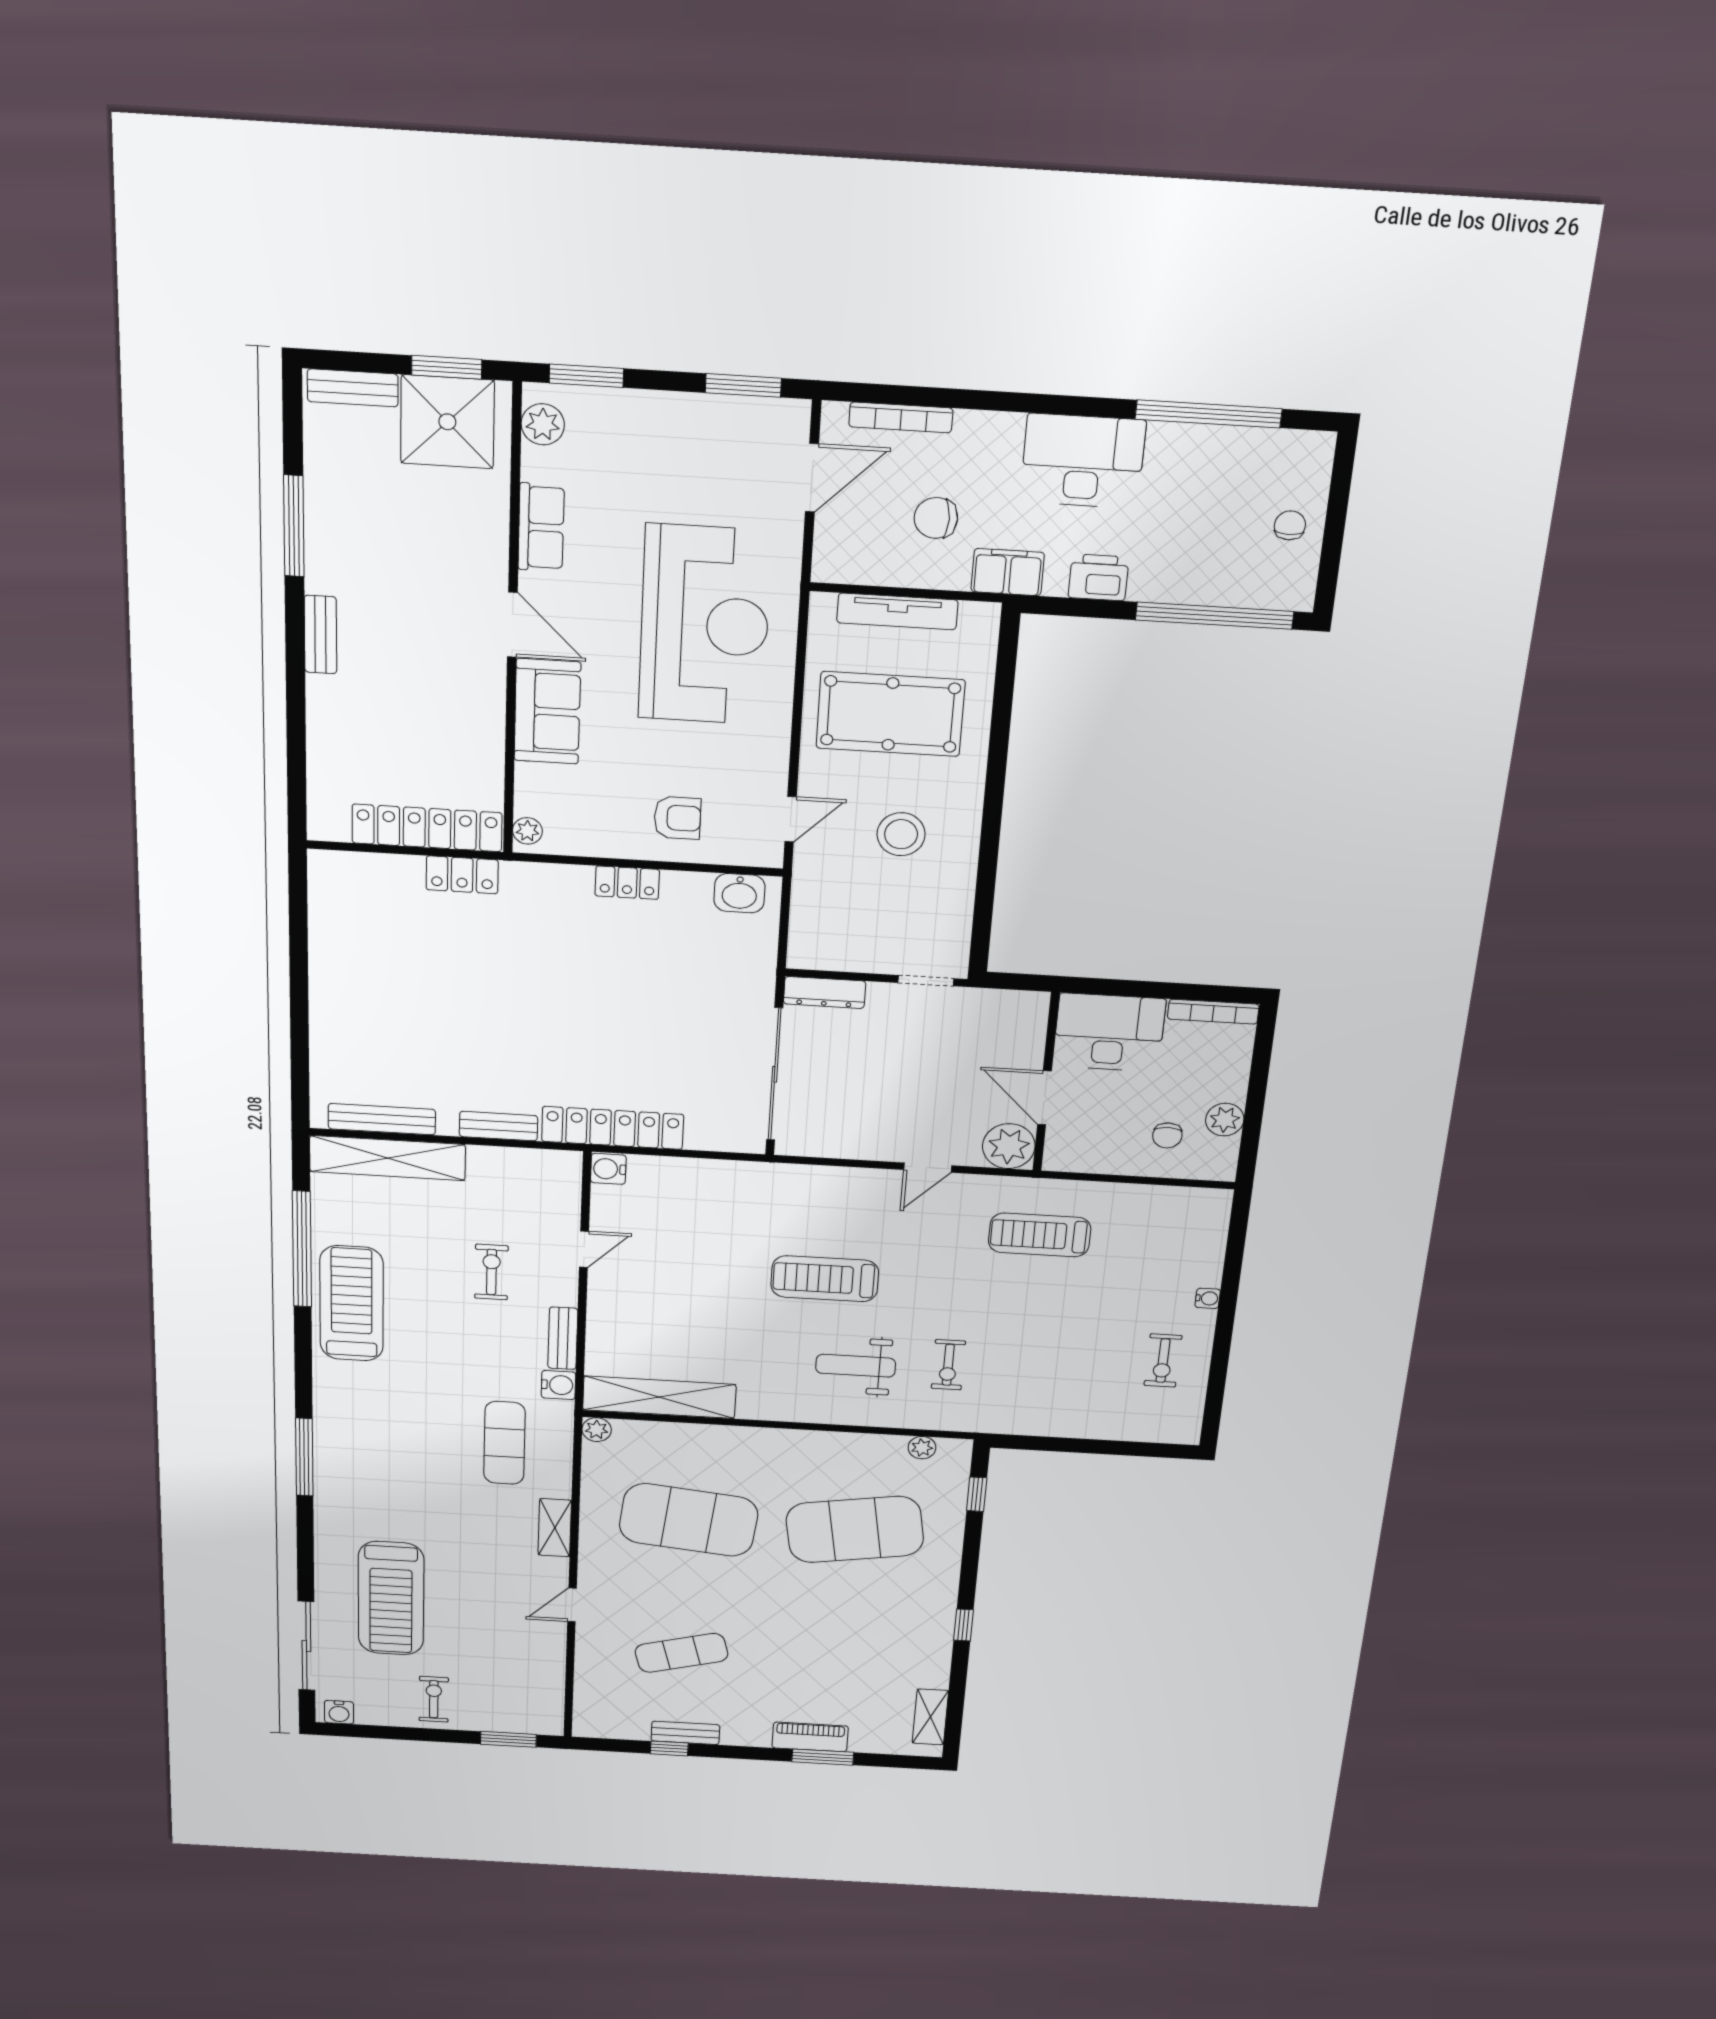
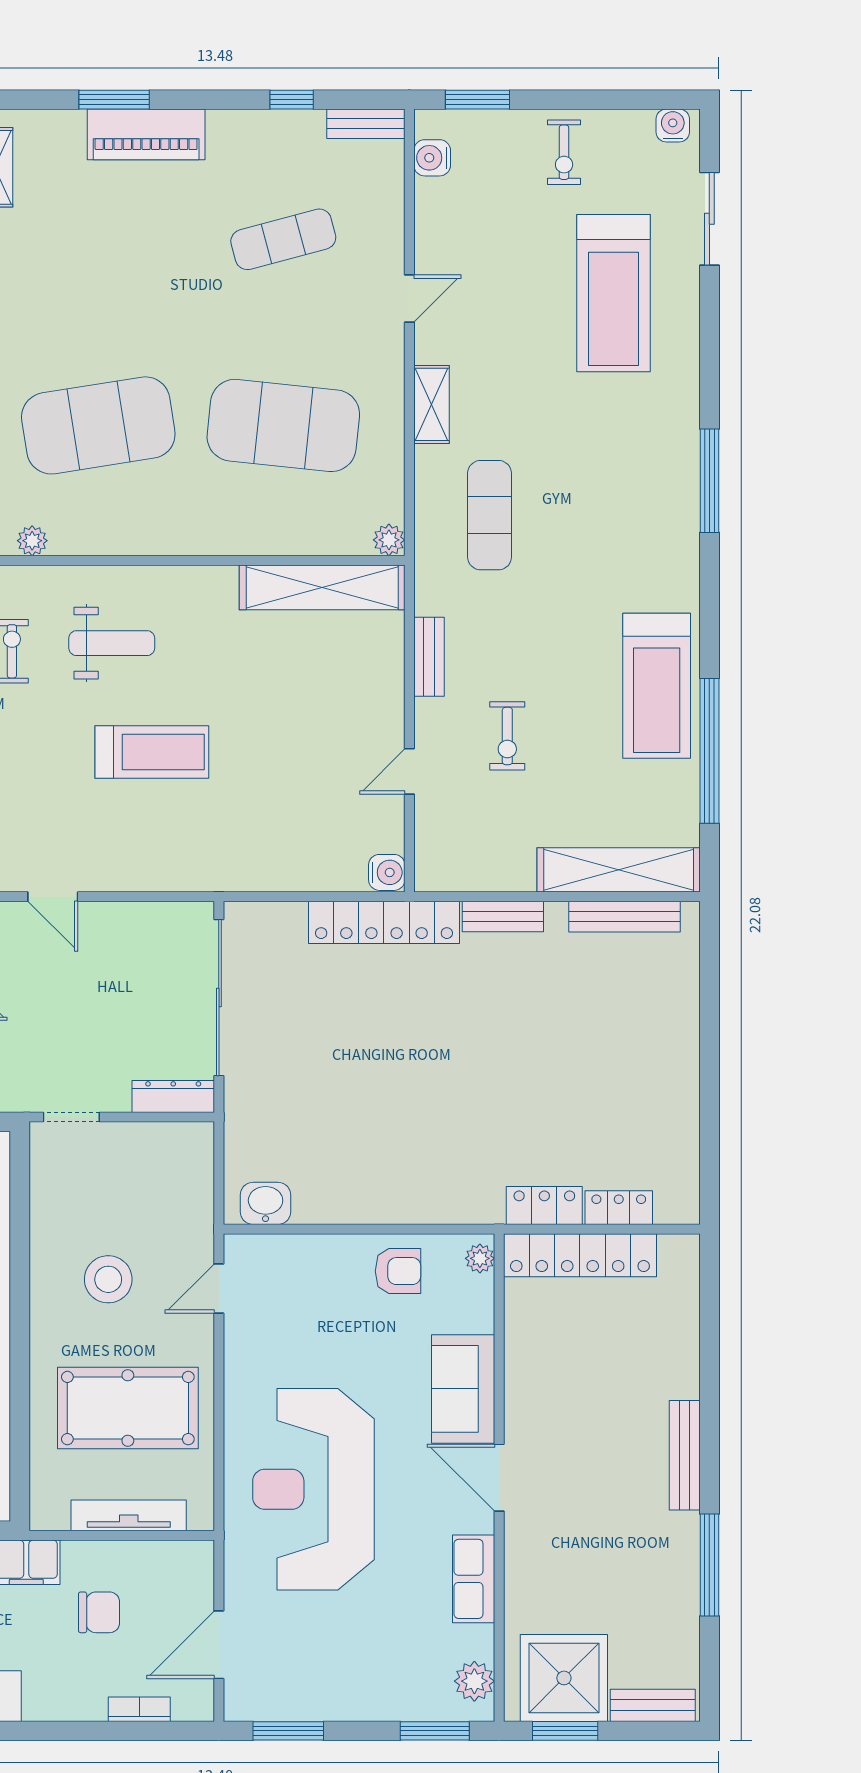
bookcase: (901, 417) -> (139, 1709), width x0.64
bench: (320, 635) -> (685, 1455), width x1.36
armchair: (677, 818) -> (398, 1271), moved, turned 180
locker: (627, 883) -> (619, 1208), moved
door: (928, 1168) -> (53, 897), swing flipped
water cooler: (558, 1385) -> (432, 158), moved
treadmill: (391, 1598) -> (613, 293), turned 180
sliding door: (306, 1646) -> (709, 219), width x0.73
bench: (685, 1733) -> (366, 124), moved
piano: (810, 1737) -> (146, 134), width x1.37, depth x1.33

